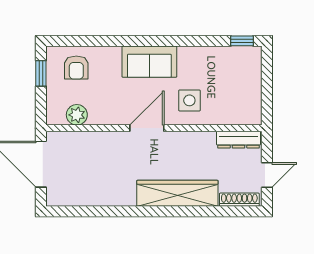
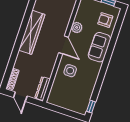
sofa: (149, 62) -> (99, 47), moved
plant: (77, 115) -> (77, 27), moved
wardrobe: (177, 193) -> (32, 32), moved

